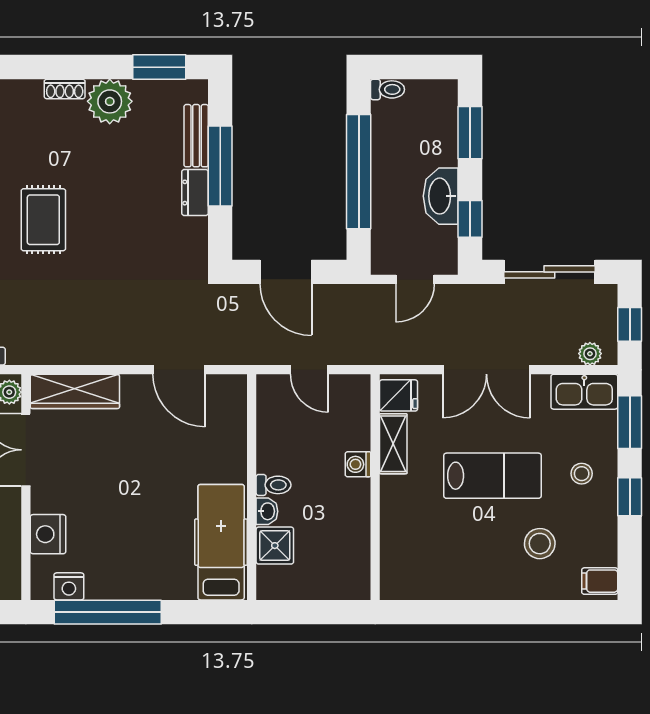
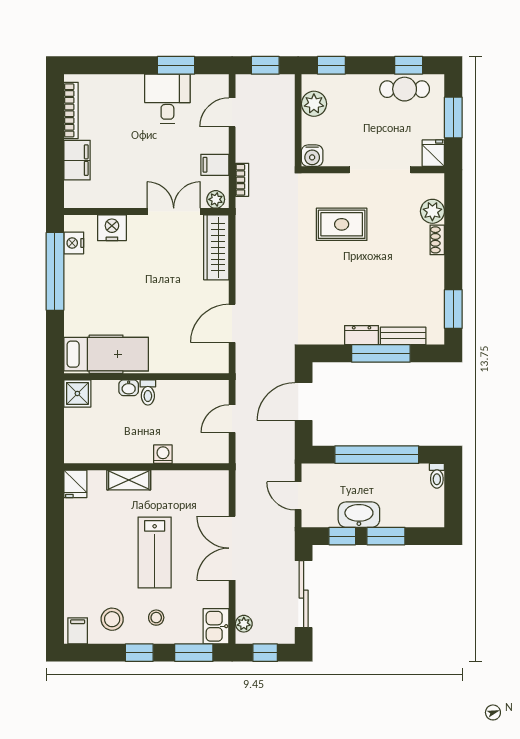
plant: (110, 101) -> (432, 211), moved, width x0.73, depth x0.73
window: (470, 133) -> (386, 536), moved
kitchen sink: (584, 392) -> (216, 626), width x0.73
fridge: (399, 395) -> (75, 484), moved
shelving: (393, 444) -> (129, 480), moved
stool: (540, 544) -> (112, 619), moved
shower: (275, 546) -> (77, 393), moved

